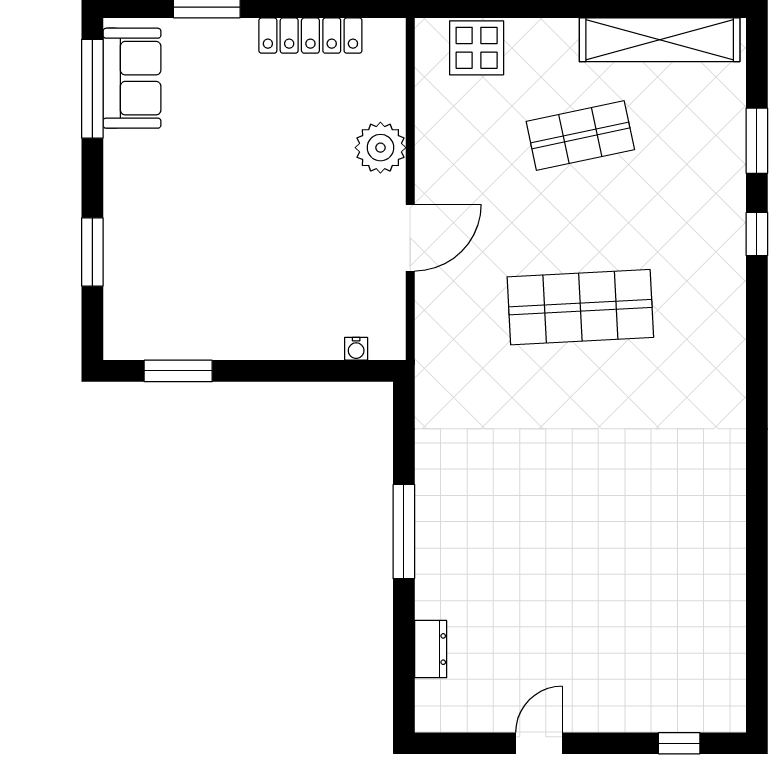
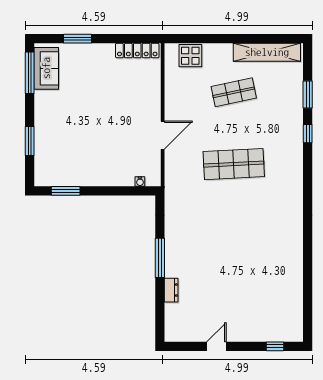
locker: (310, 36) -> (137, 51), moved
plant: (380, 148) -> (150, 97), removed
dresser: (431, 649) -> (171, 290), moved

